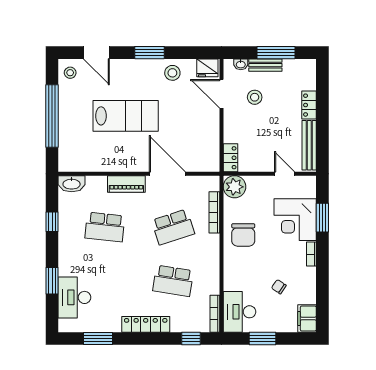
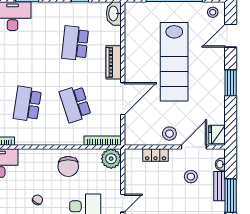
stool: (172, 73) -> (169, 134), moved
lab bench: (126, 116) -> (174, 62), width x1.36
locker: (230, 158) -> (156, 155), moved
bookcase: (214, 212) -> (103, 141), moved
chair: (243, 235) -> (68, 166), turned -90
chair: (279, 287) -> (37, 200), moved

